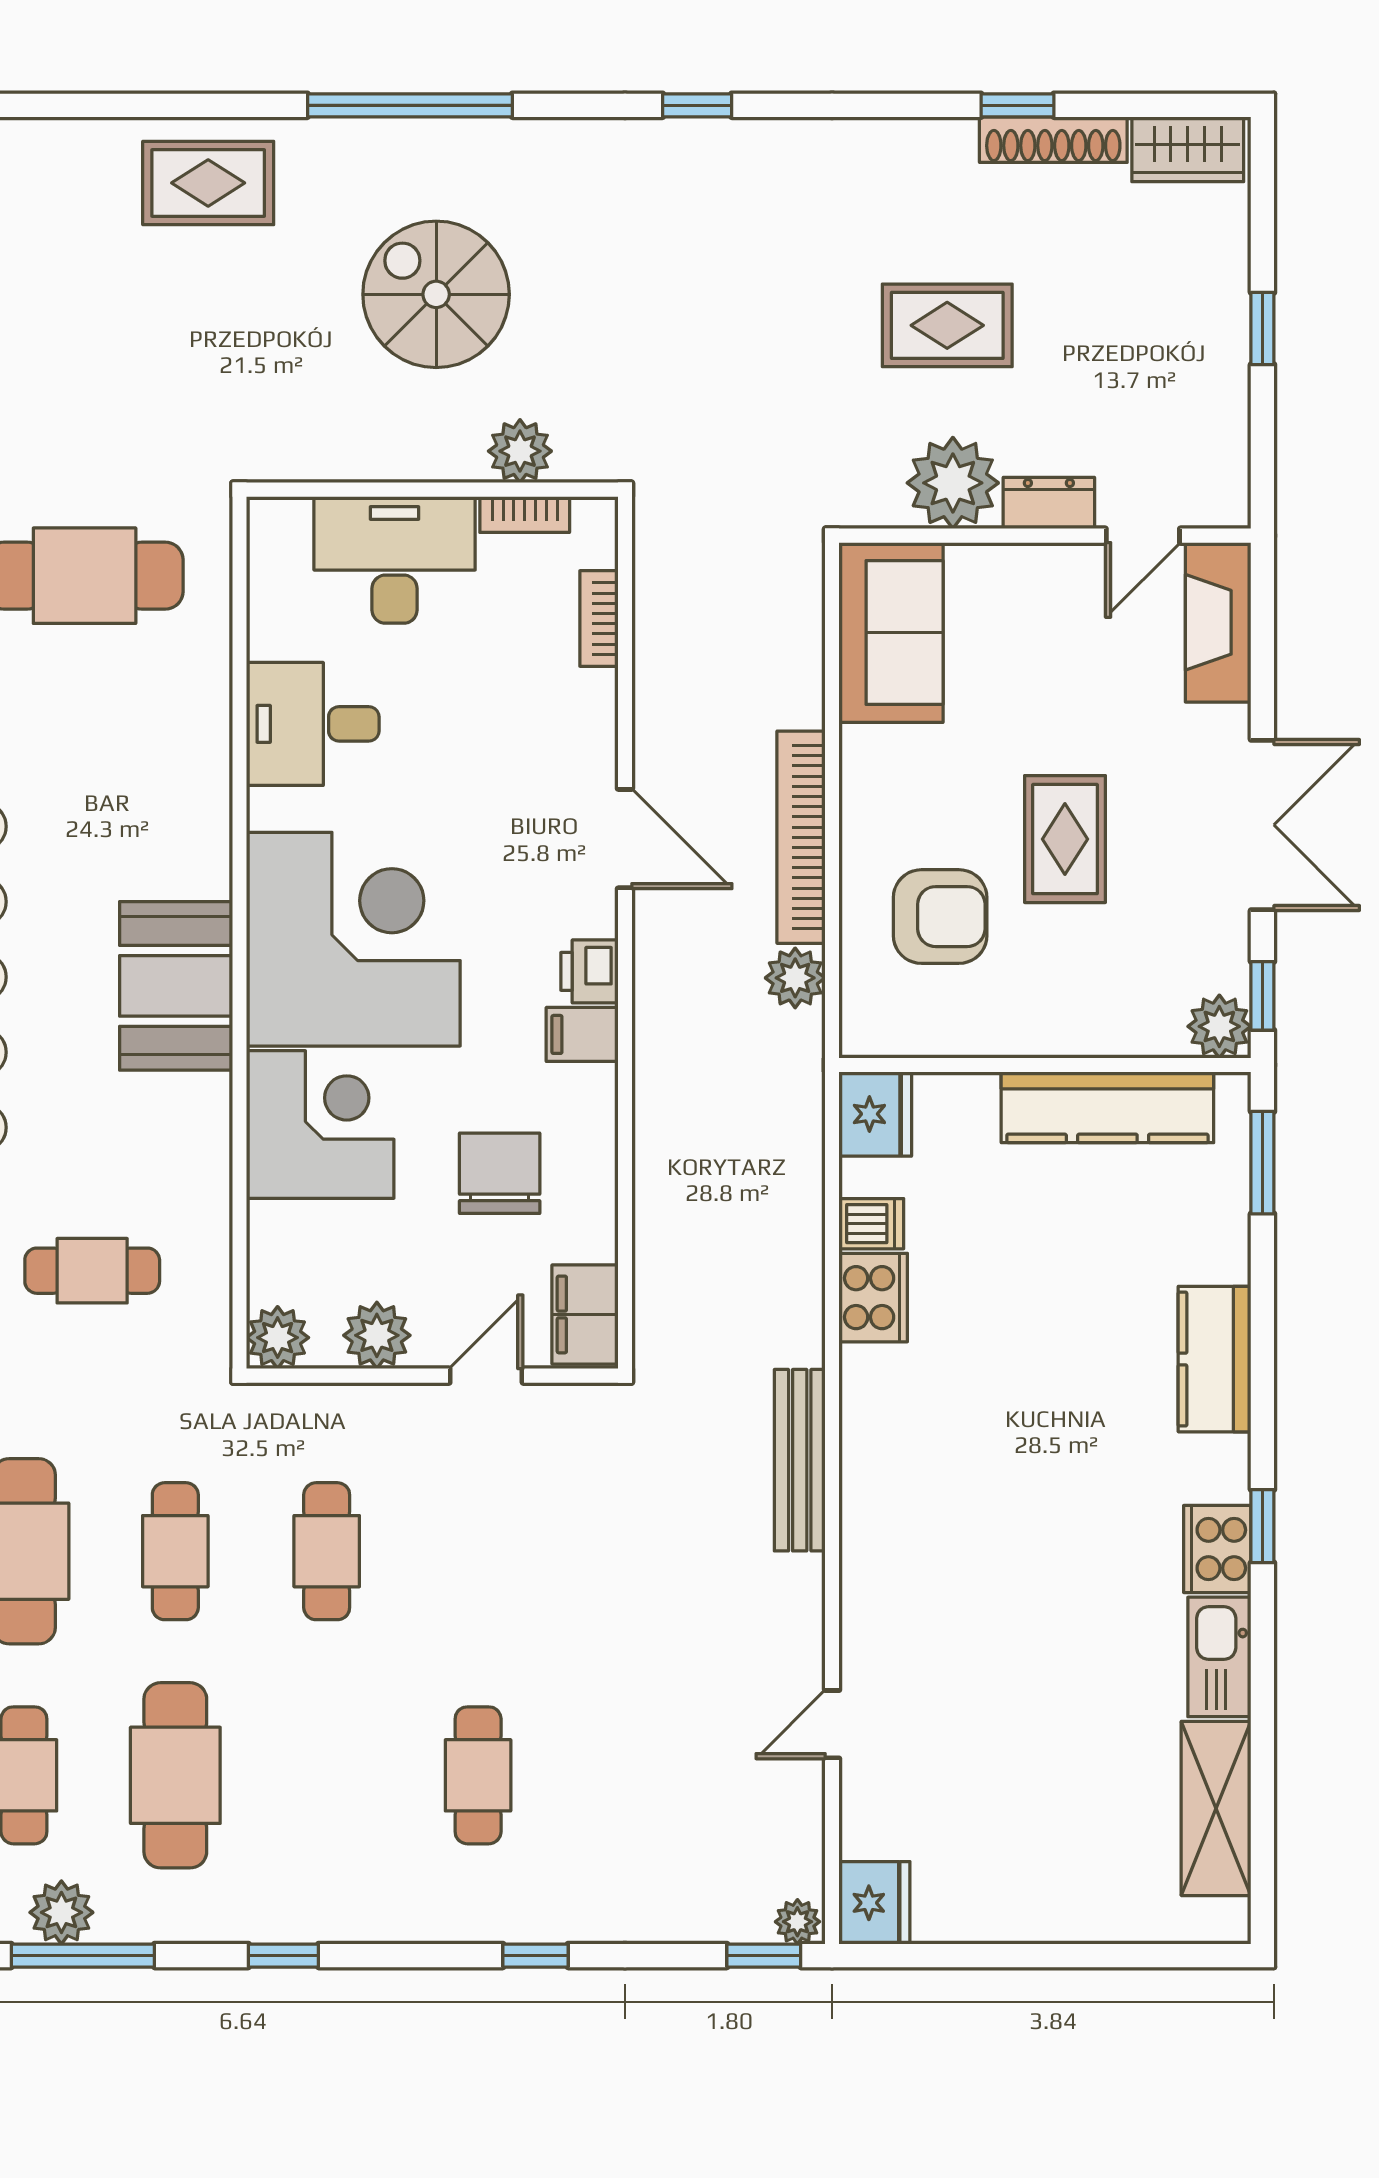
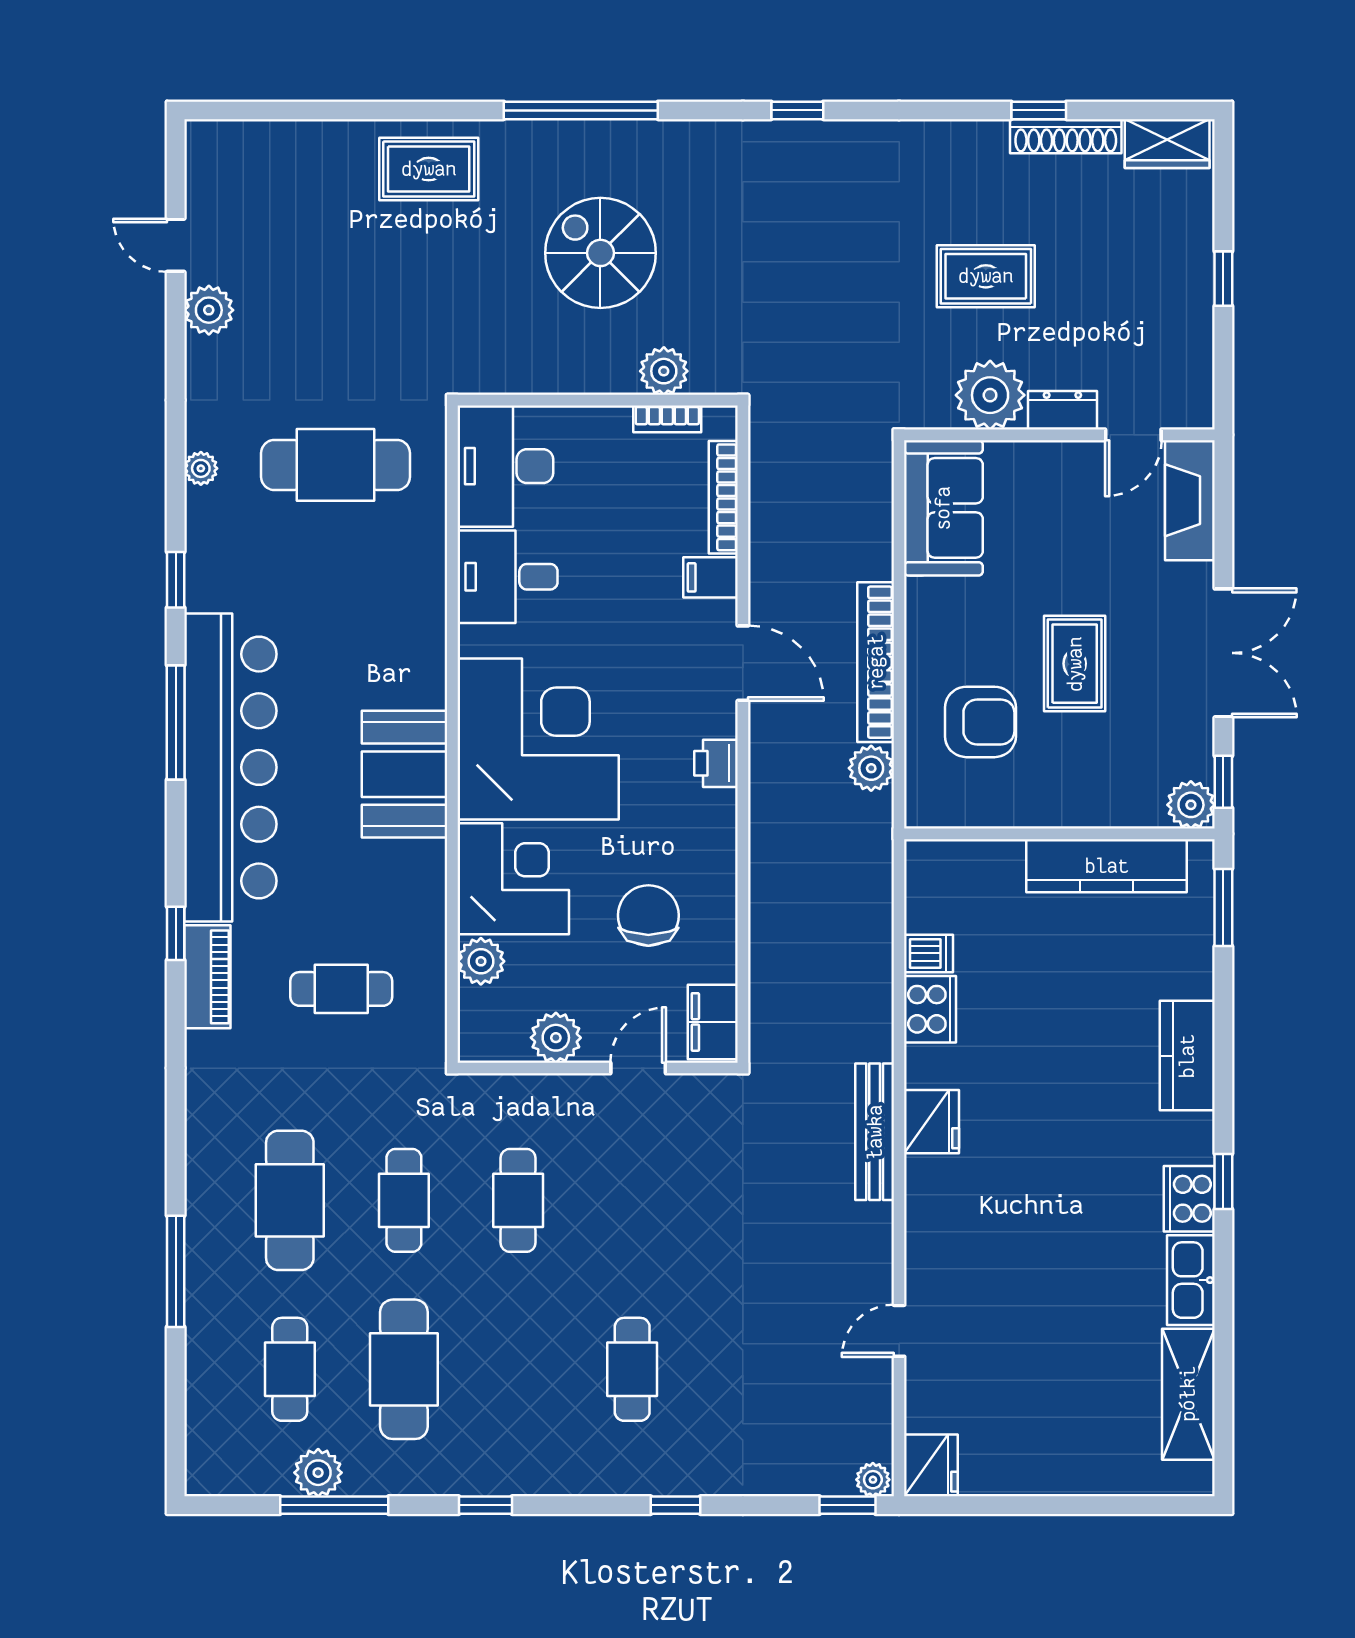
desk: (395, 560) -> (505, 466), moved, turned -90
bookcase: (599, 619) -> (723, 497), width x1.56
filing cabinet: (582, 1034) -> (711, 577), moved
fridge: (875, 1114) -> (932, 1122), moved
plant: (278, 1338) -> (481, 961), moved

